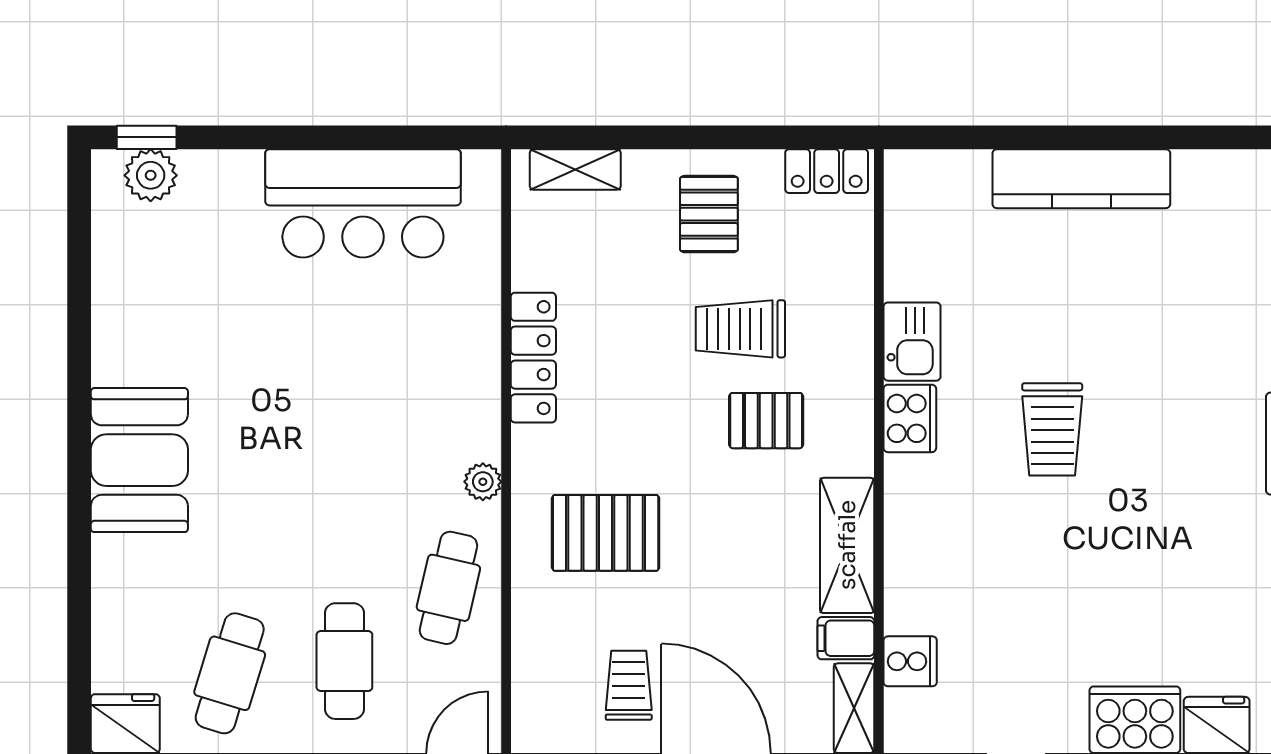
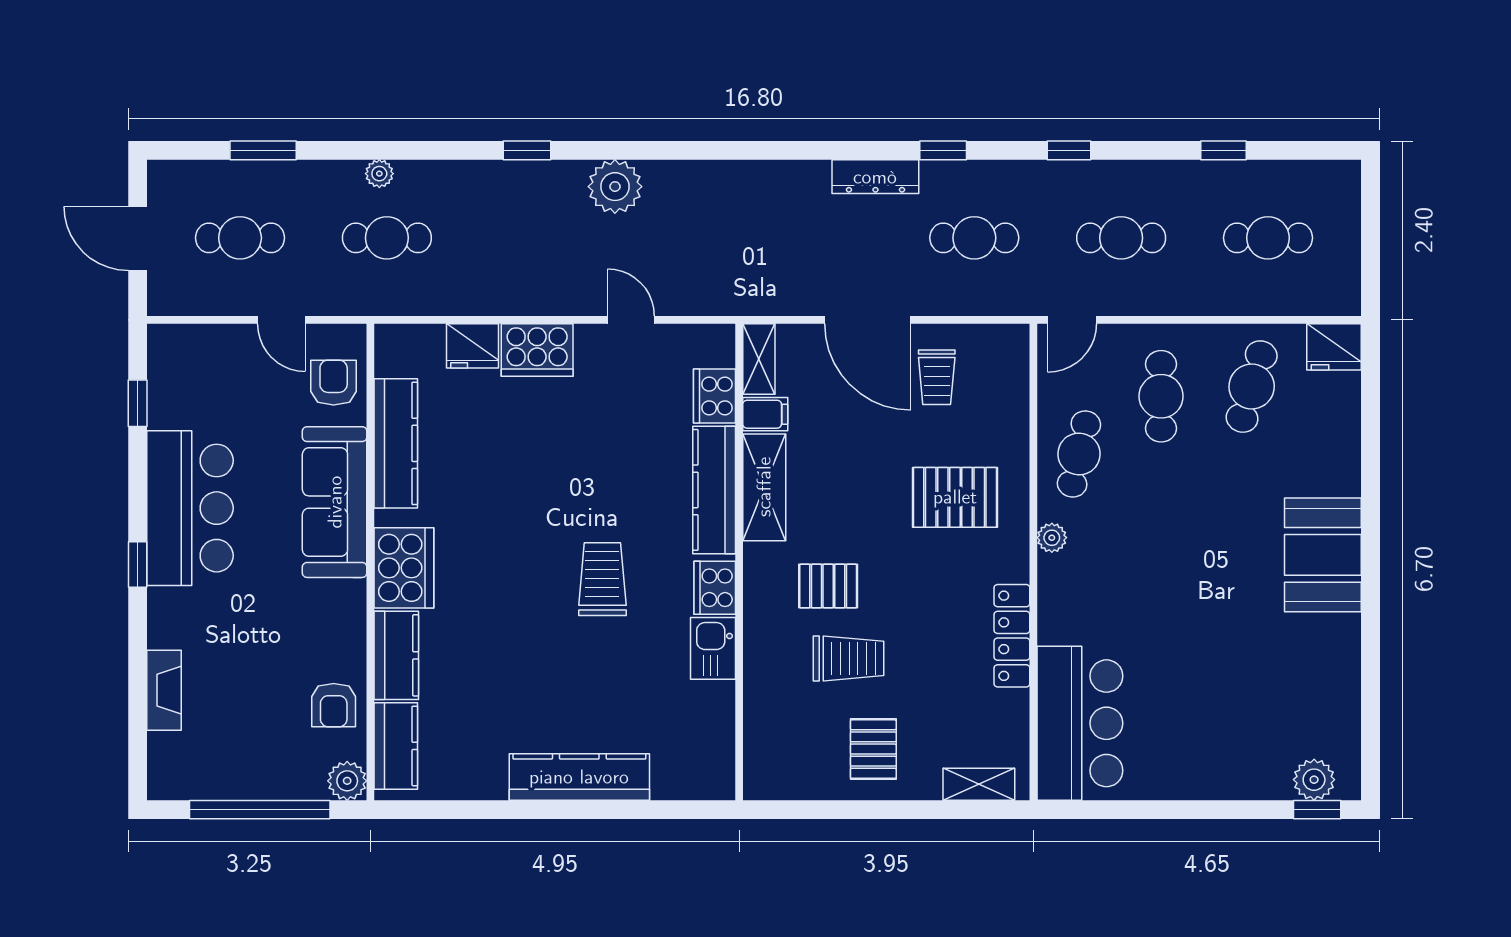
locker: (827, 171) -> (780, 783), removed
bar counter: (363, 203) -> (1080, 723), moved, turned 90
kitchen counter: (911, 542) -> (714, 490), added
cooker: (910, 661) -> (714, 396), width x1.36

